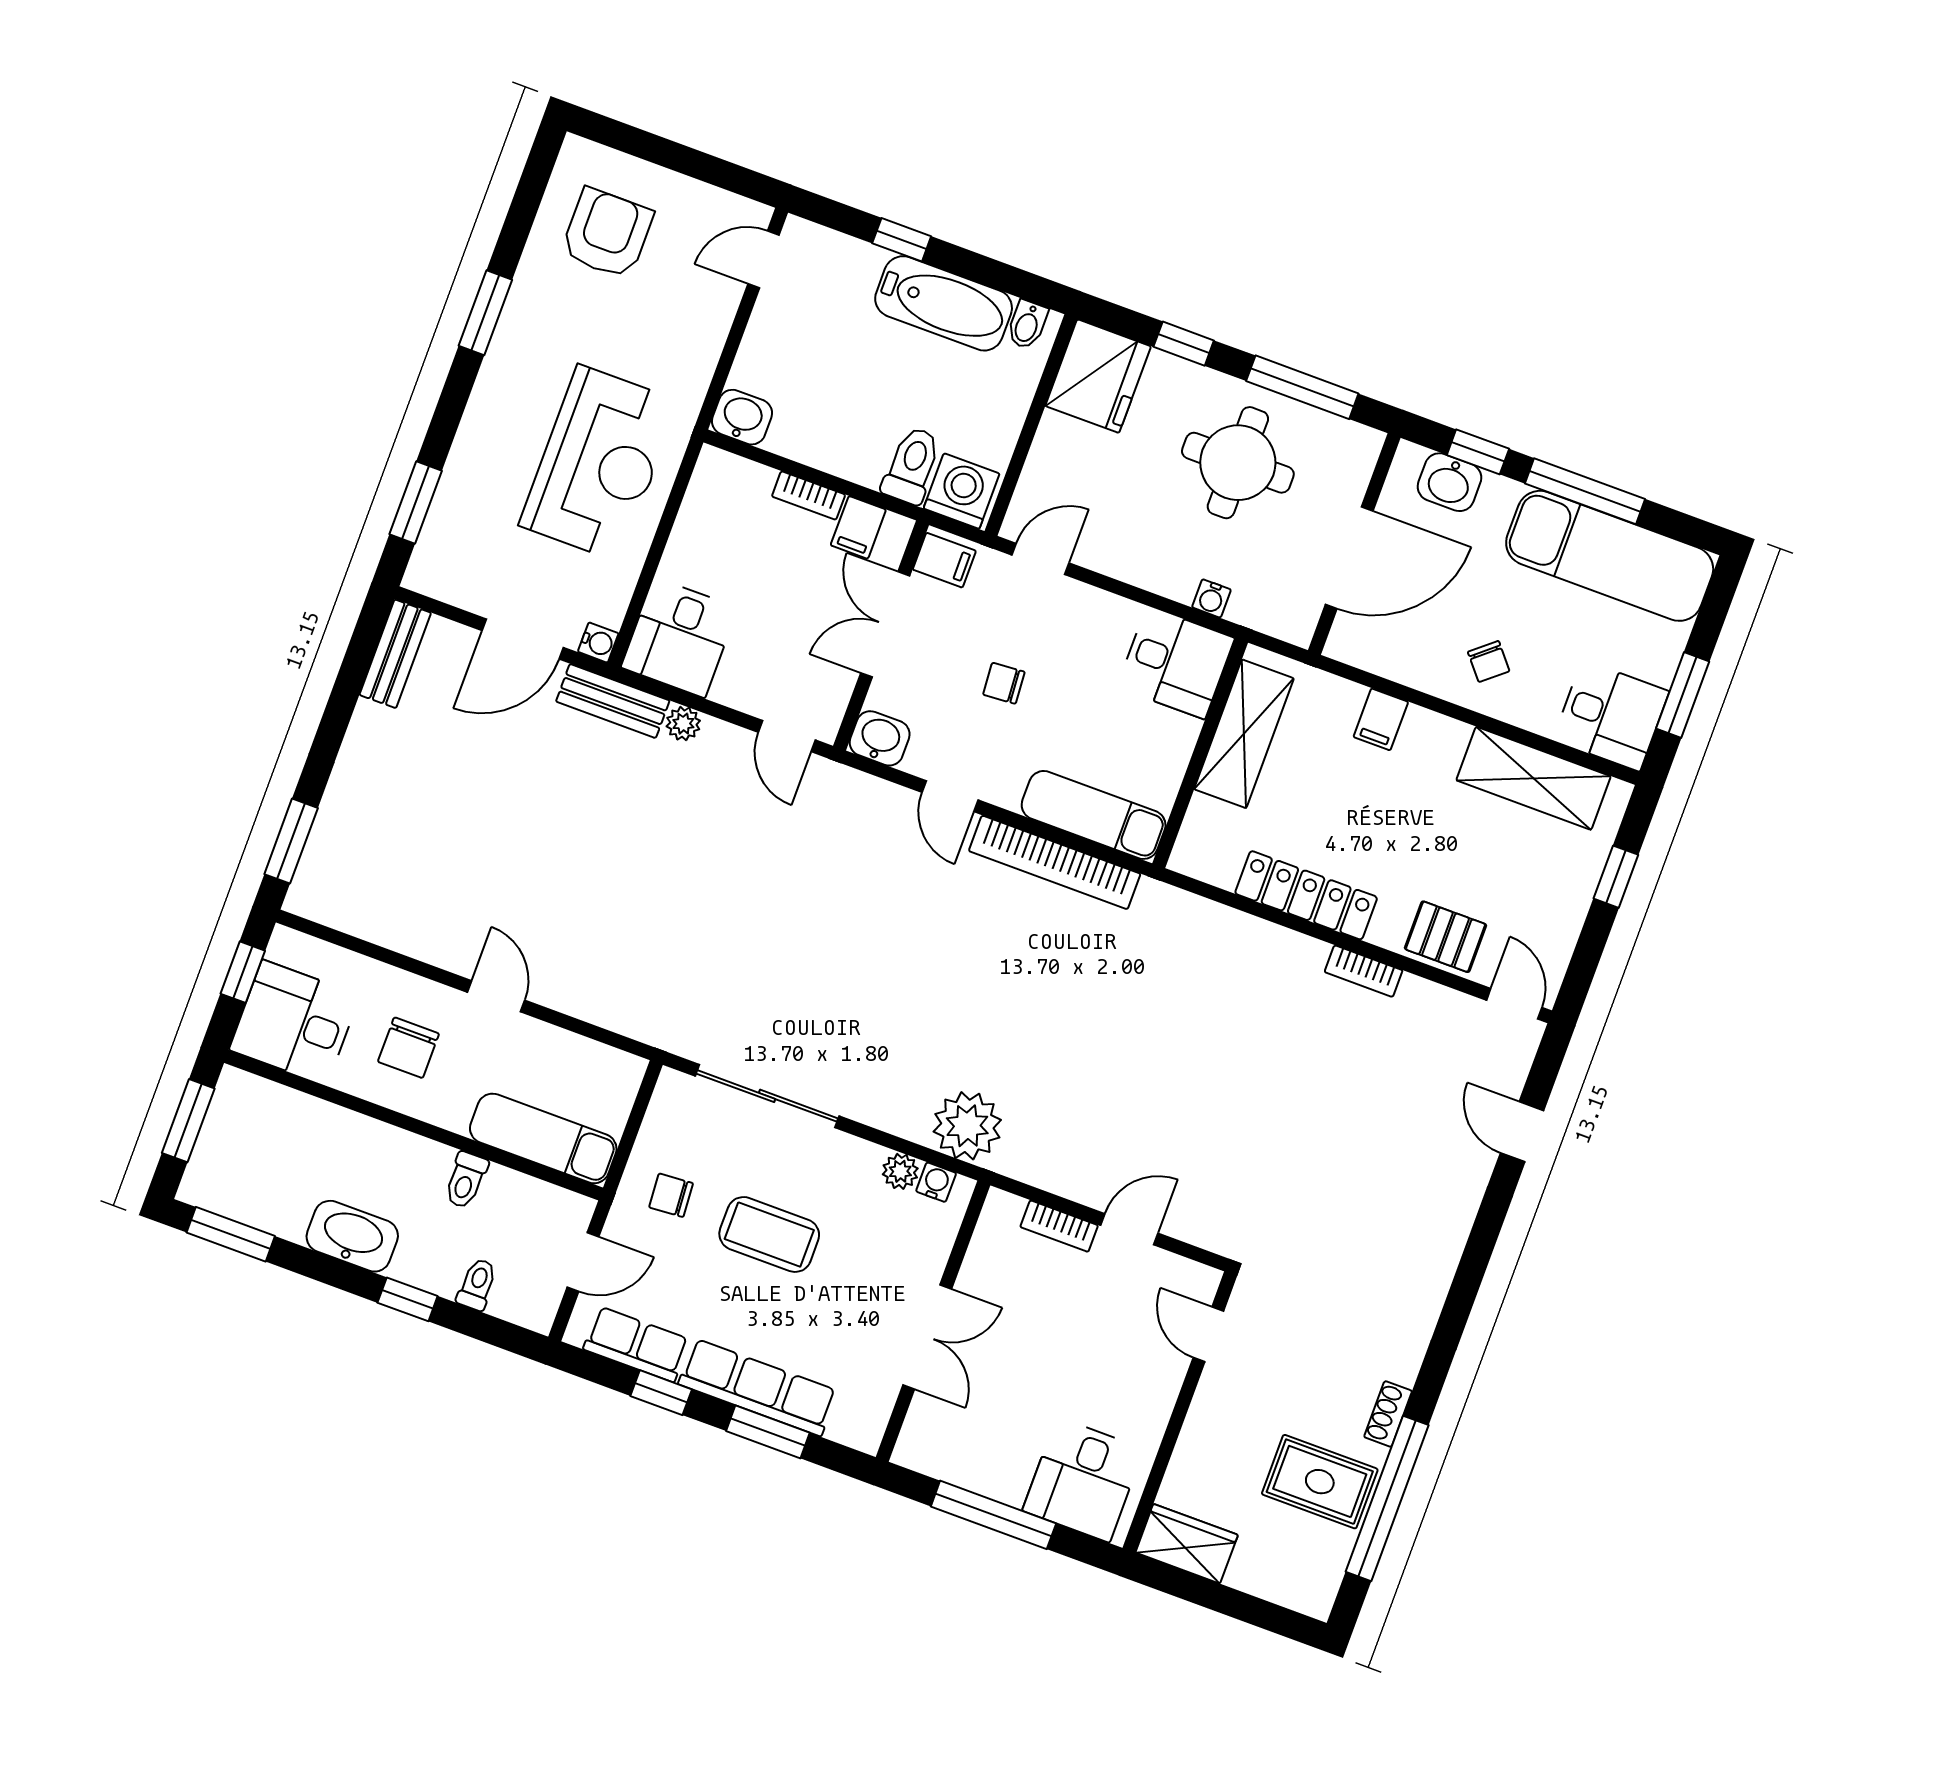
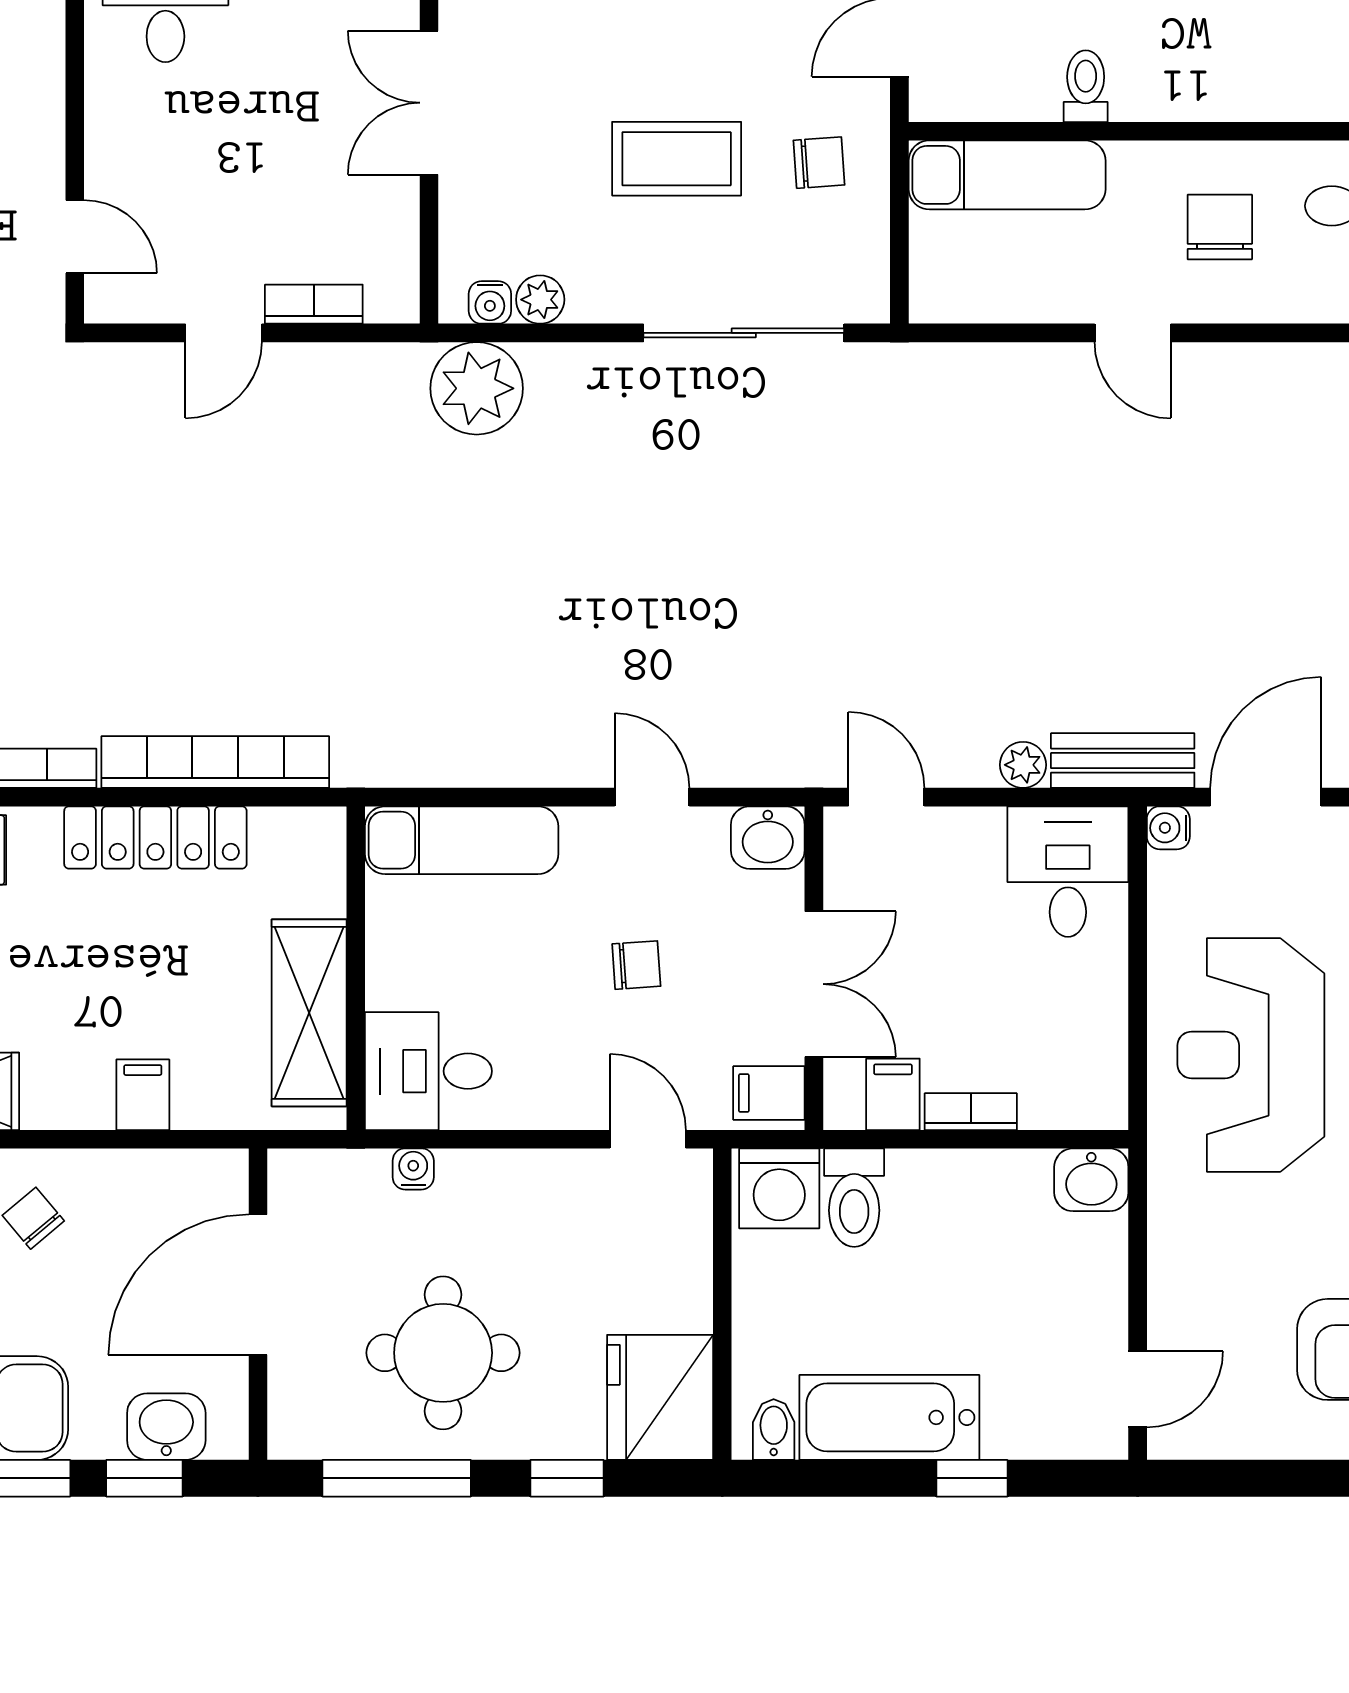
door: (1040, 559) -> (648, 1139), swing flipped
bookcase: (1055, 862) -> (215, 762), moved

